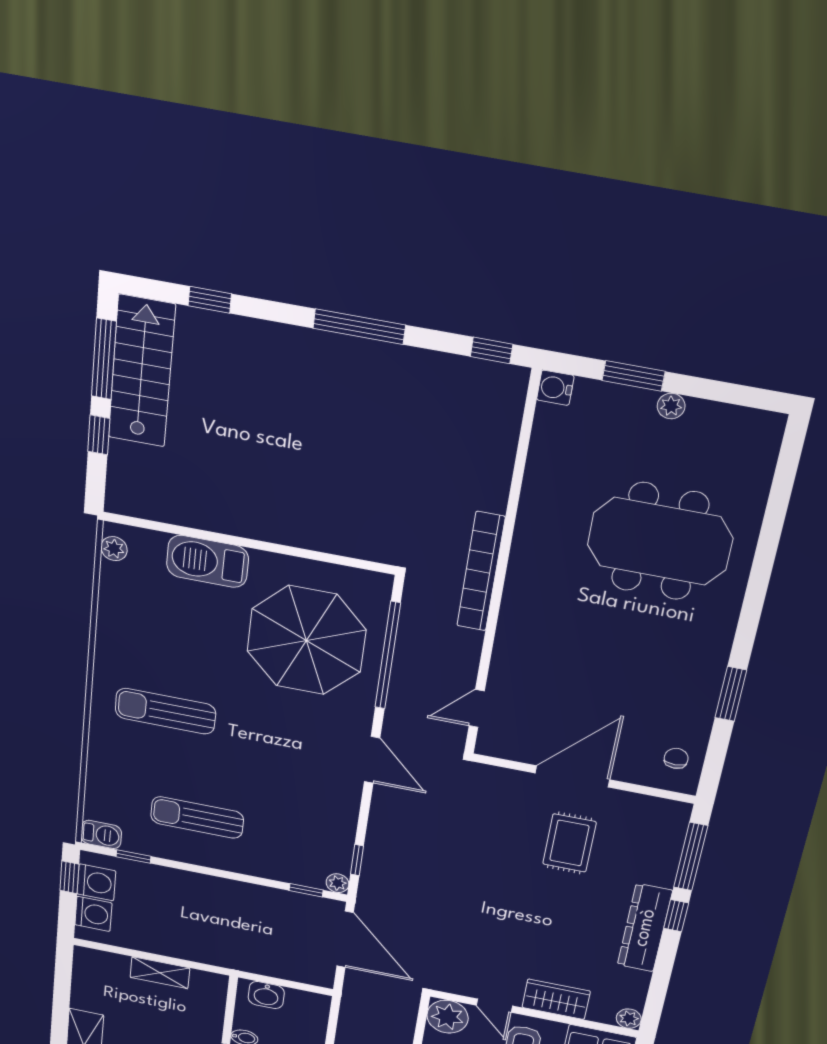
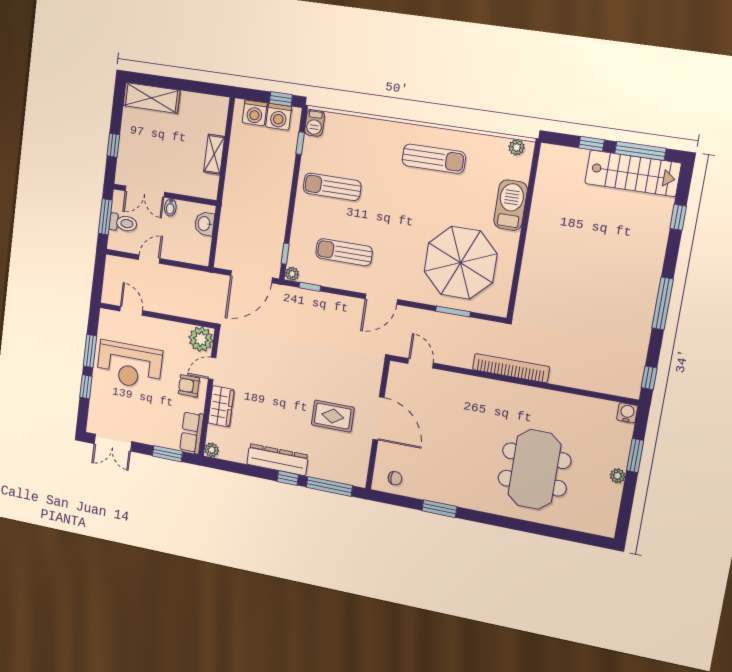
window: (388, 655) -> (453, 311), width x0.47
sun lounger: (165, 711) -> (434, 159), moved, turned 90
sun lounger: (299, 808) -> (344, 252), added
sun lounger: (197, 818) -> (332, 187), turned -90

